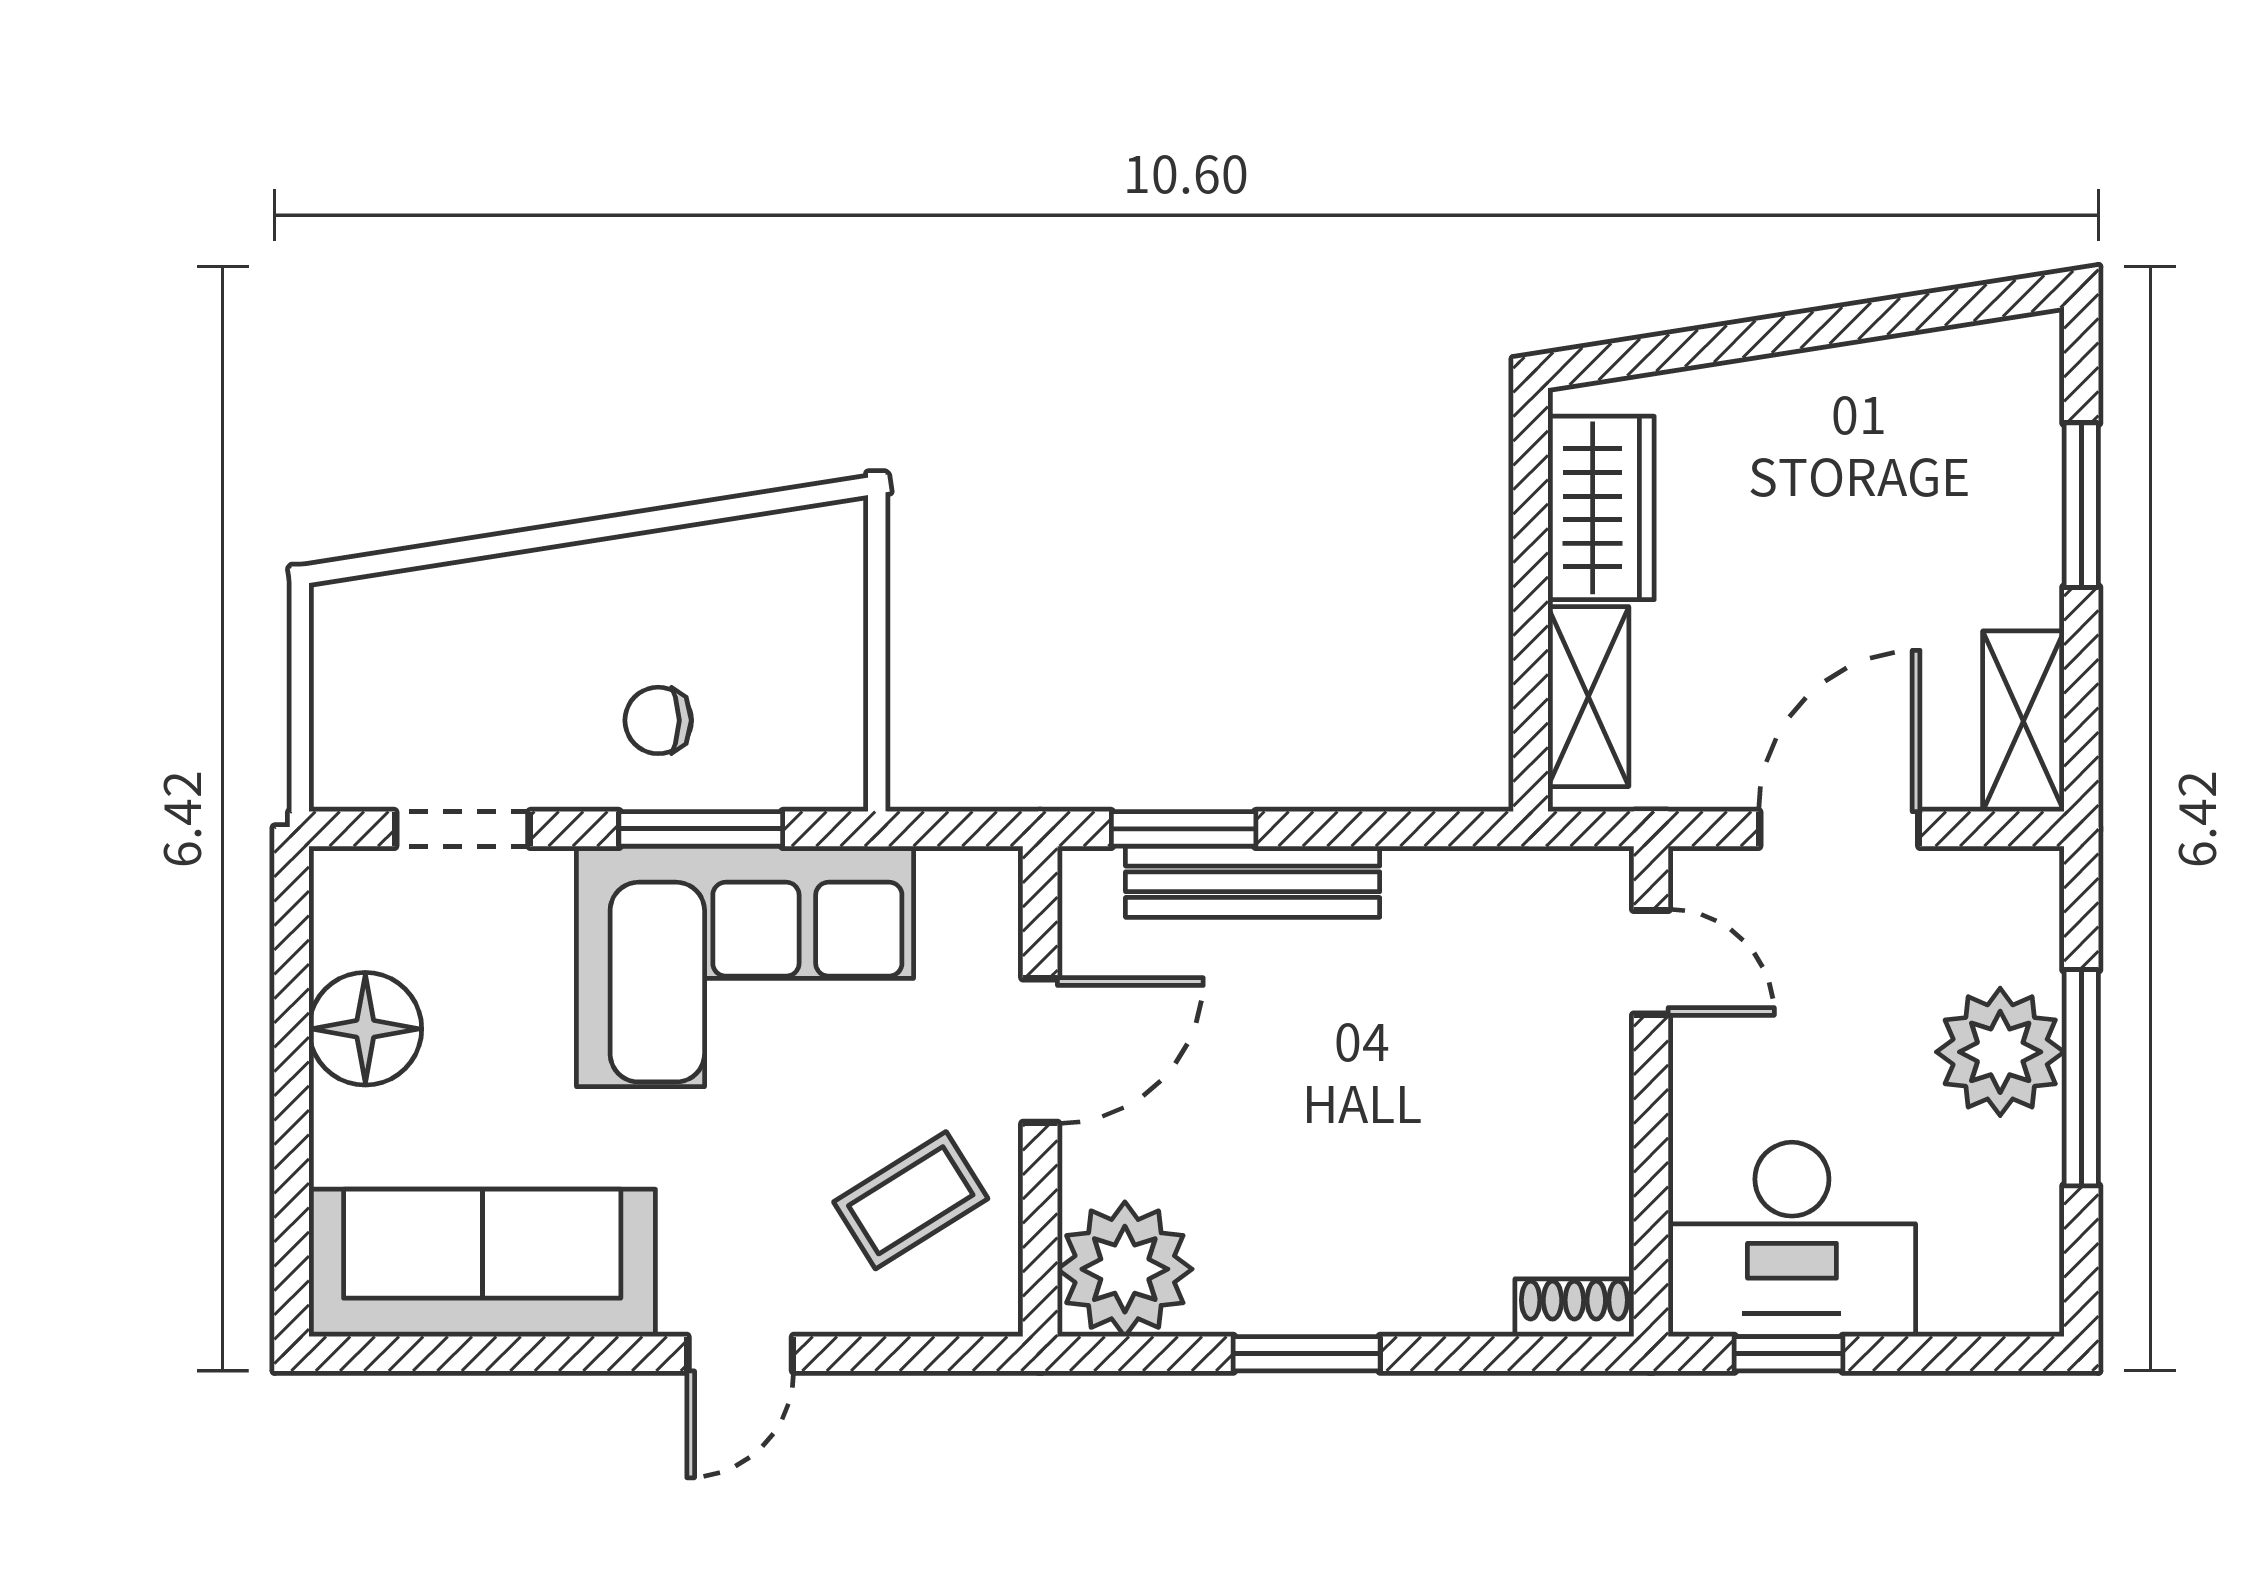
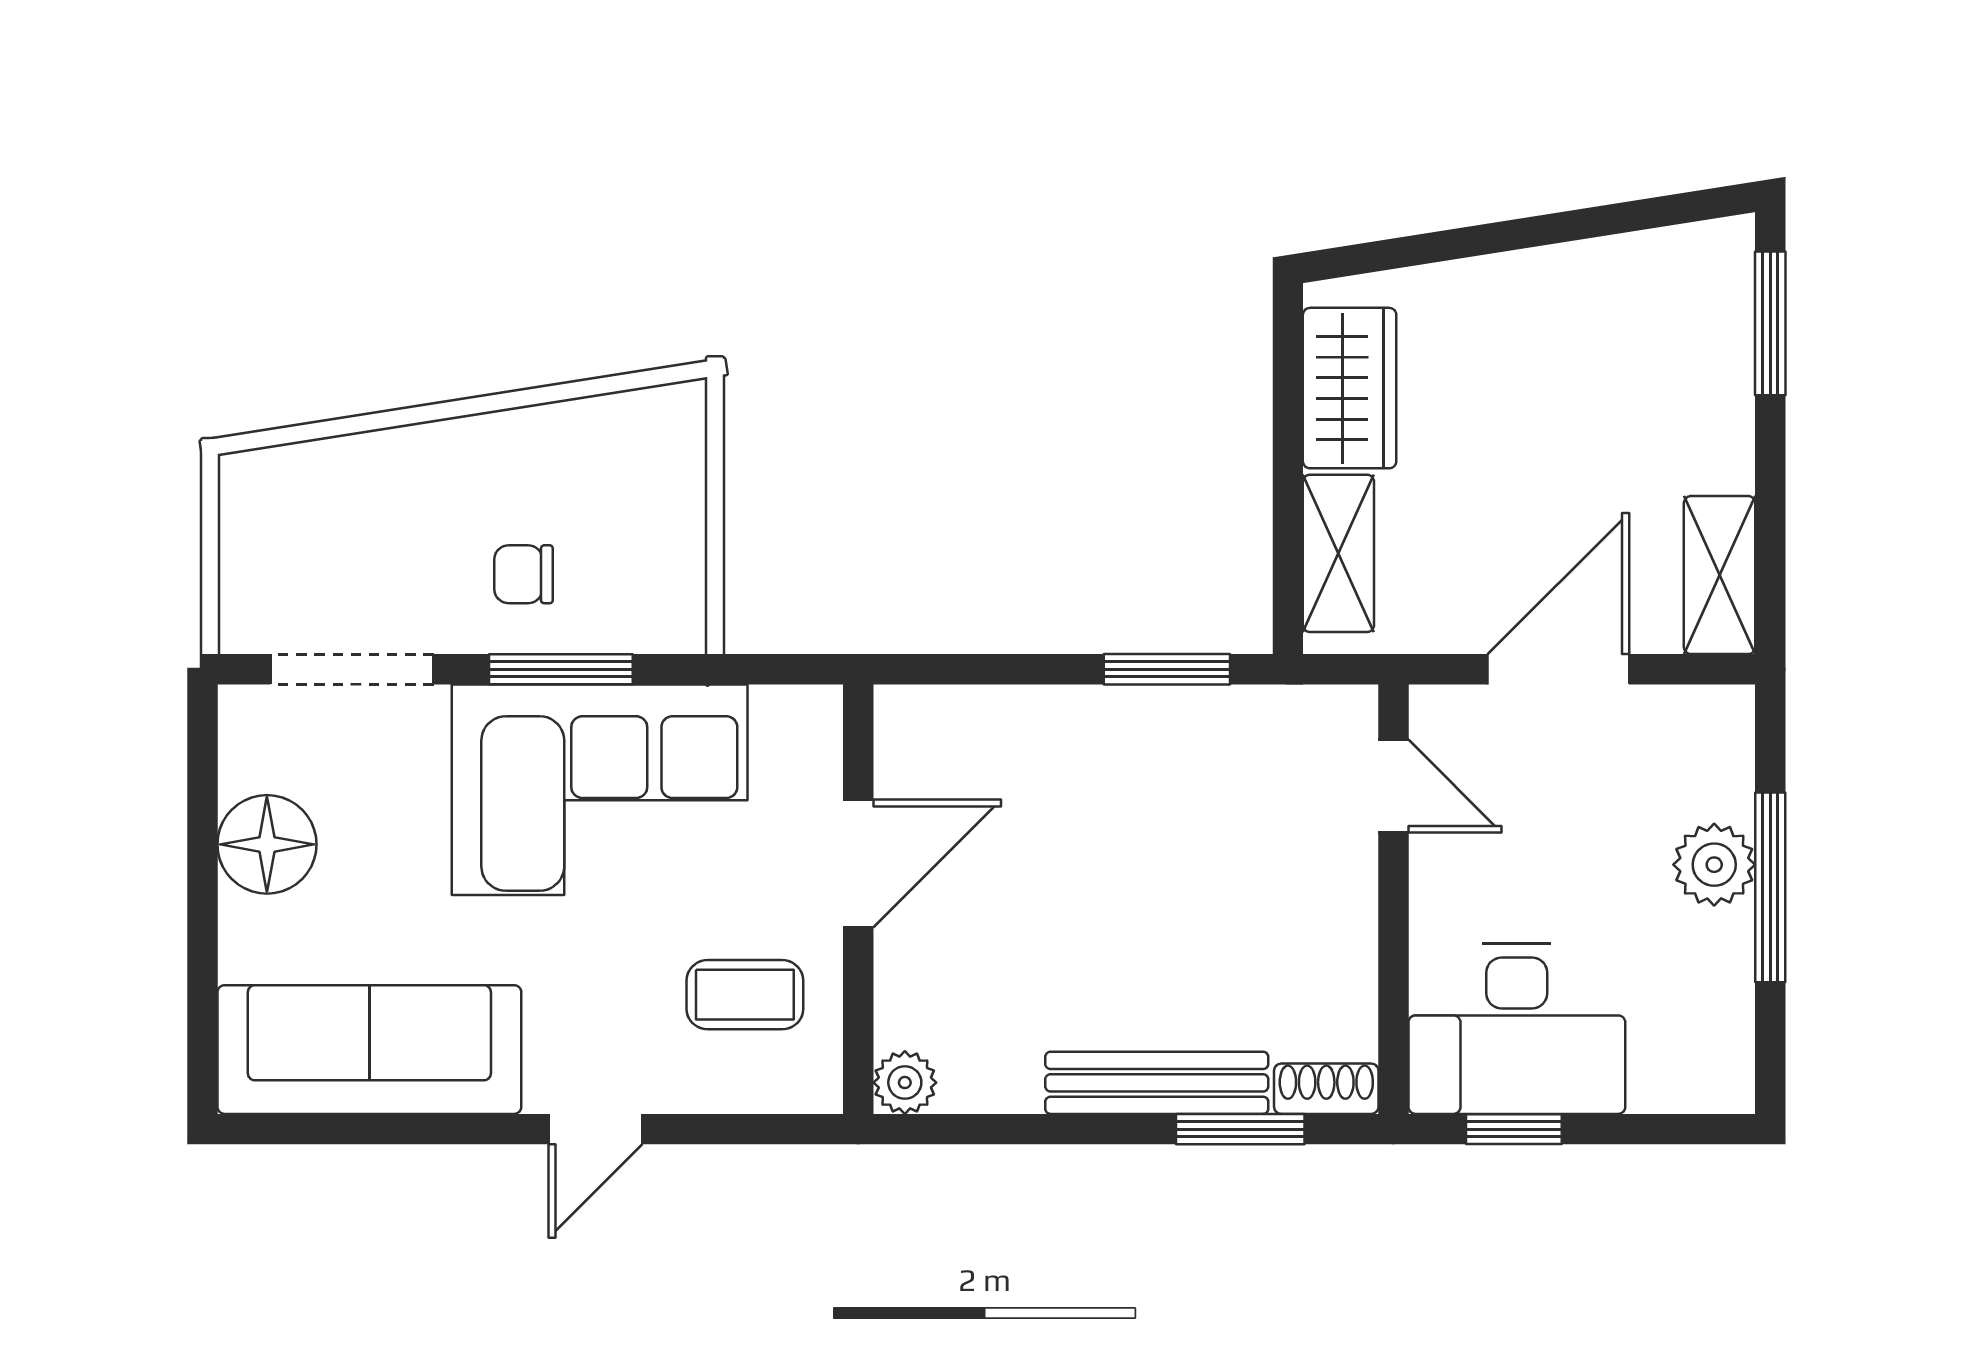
window: (2081, 505) -> (1770, 323), moved
doorway: (462, 829) -> (352, 669), width x1.38
window: (1184, 829) -> (1167, 669), moved
bench: (1253, 882) -> (1157, 1083), moved
plant: (2000, 1052) -> (1714, 865), width x0.73, depth x0.73
coffee table: (911, 1200) -> (745, 995), turned 32
plant: (1125, 1269) -> (905, 1083), width x0.53, depth x0.53
window: (1307, 1354) -> (1240, 1129), moved

